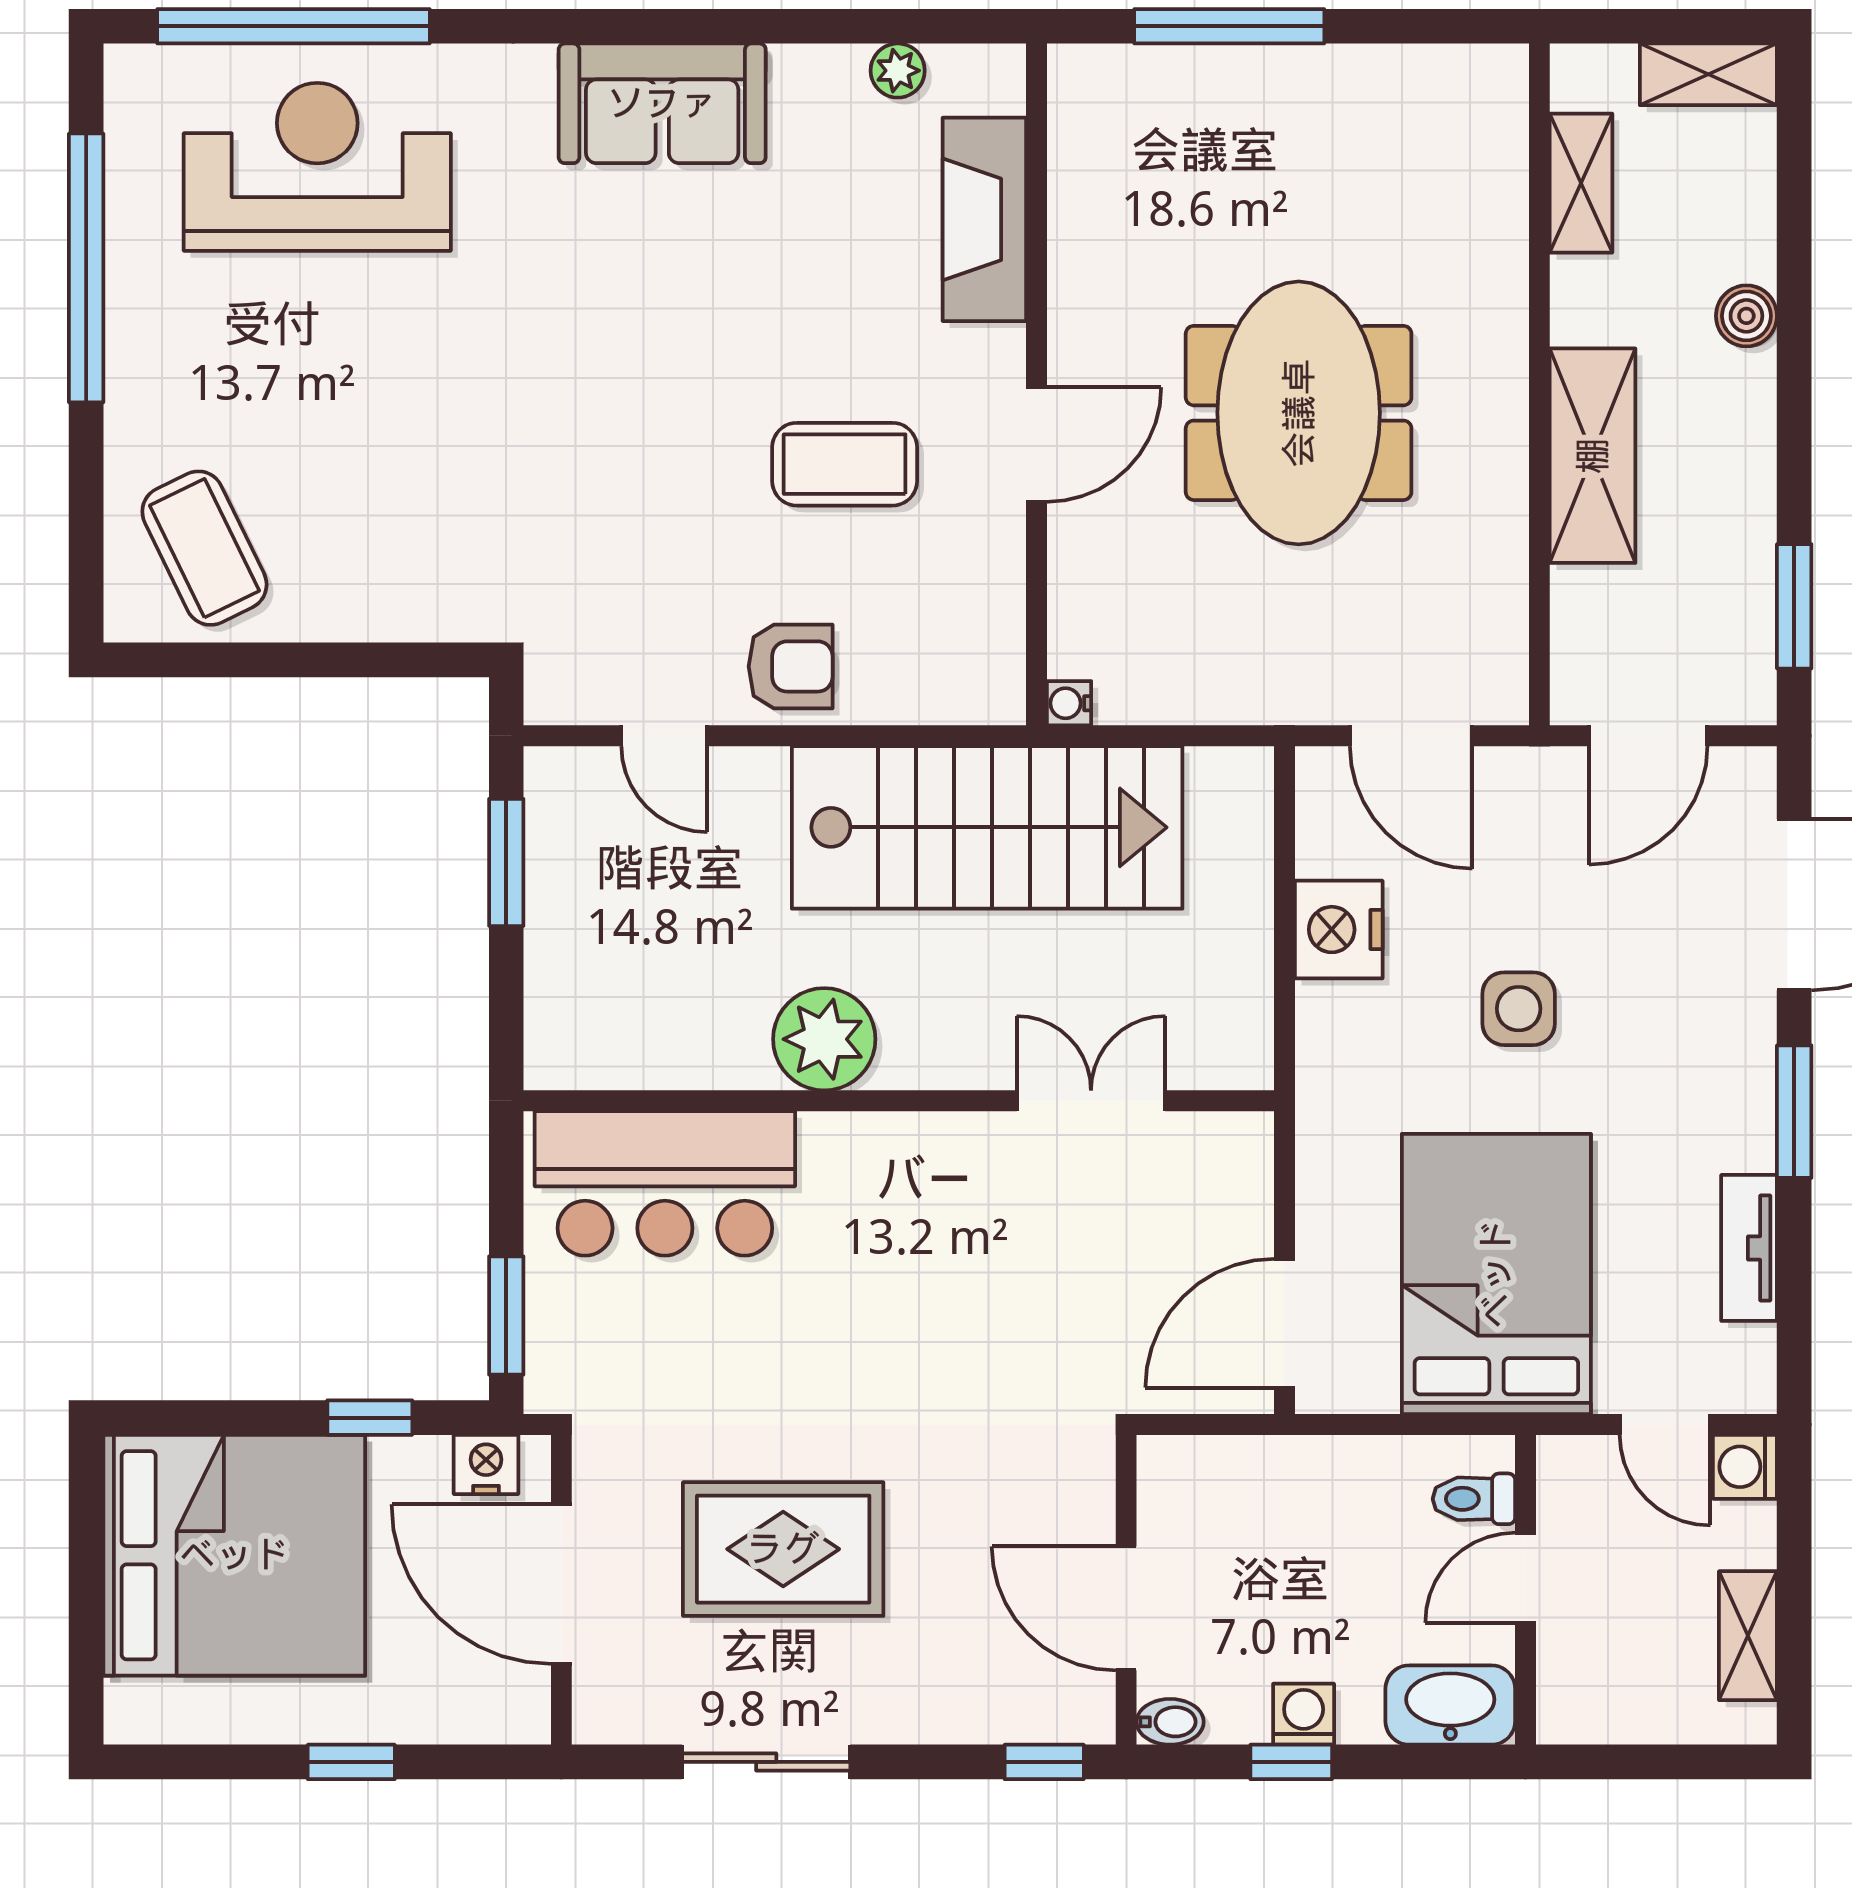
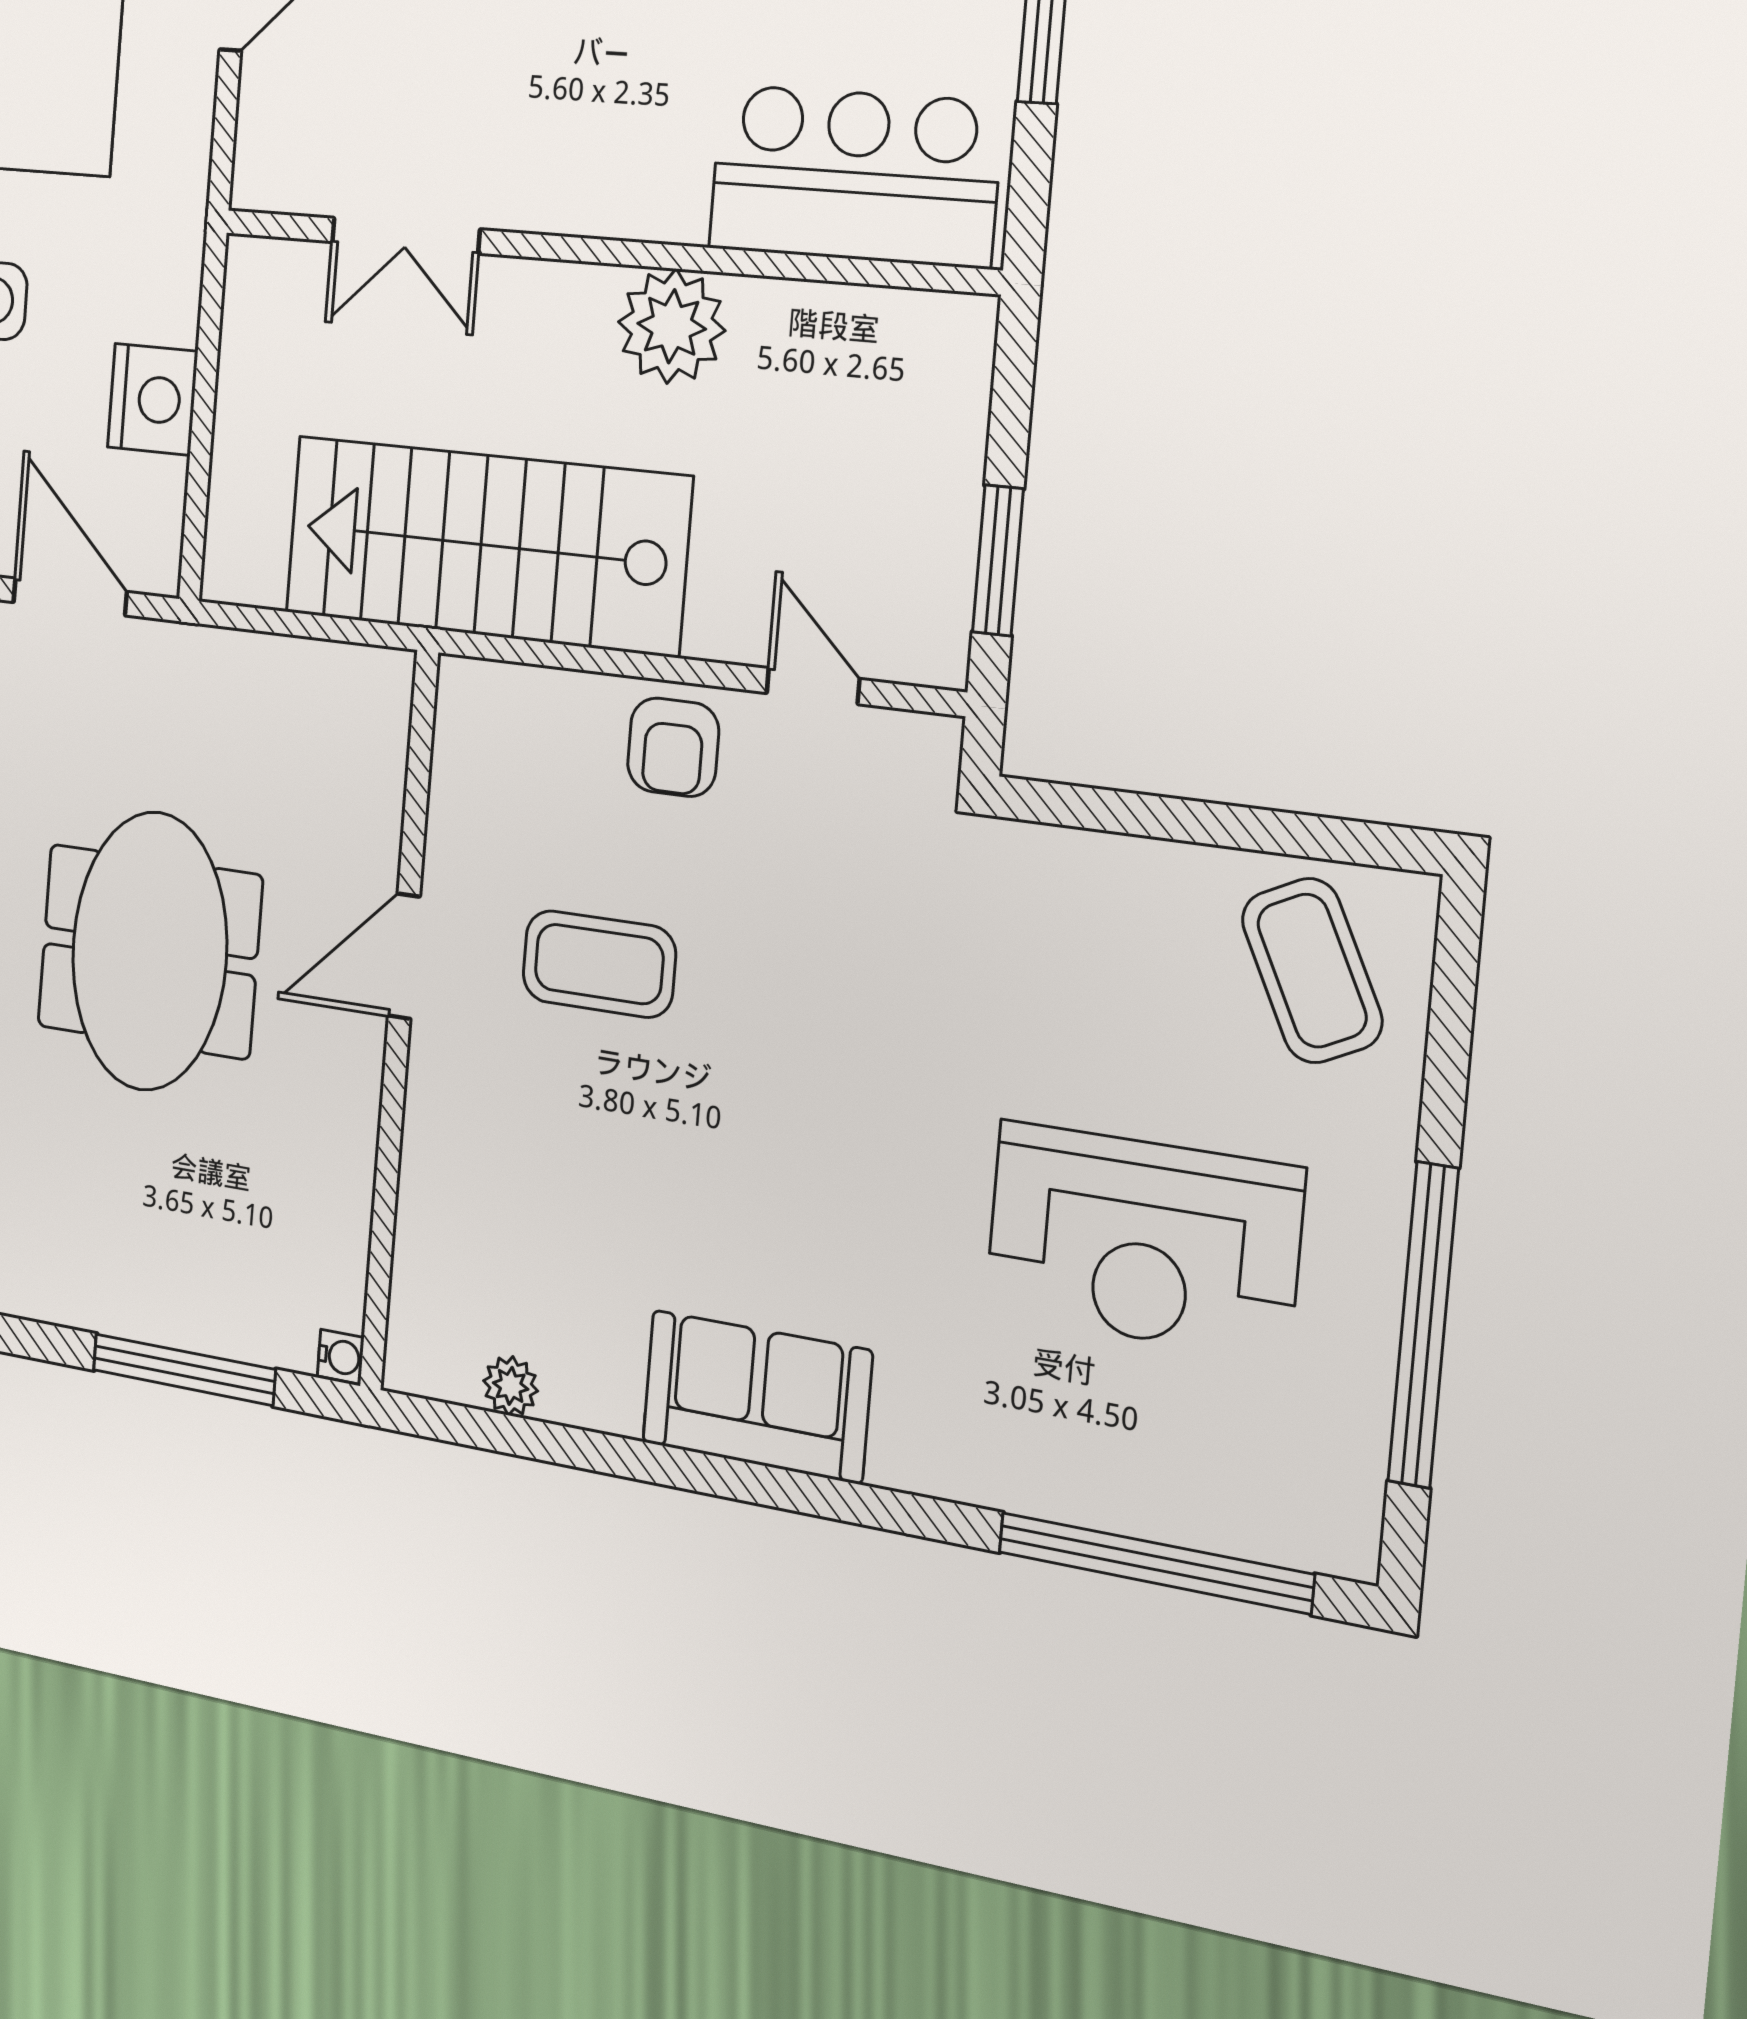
reception desk: (317, 167) -> (1143, 1240), moved
fireplace: (984, 219) -> (437, 1208), removed
armchair: (791, 666) -> (673, 747), turned -90
water cooler: (1069, 703) -> (341, 1357), moved

